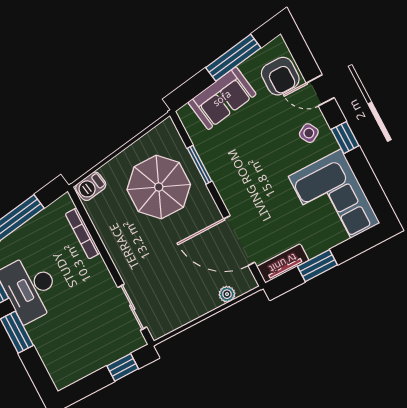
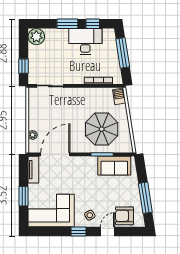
sofa: (222, 98) -> (114, 166), moved, turned -81
window: (317, 266) -> (24, 196), moved
plant: (64, 372) -> (36, 37), added

